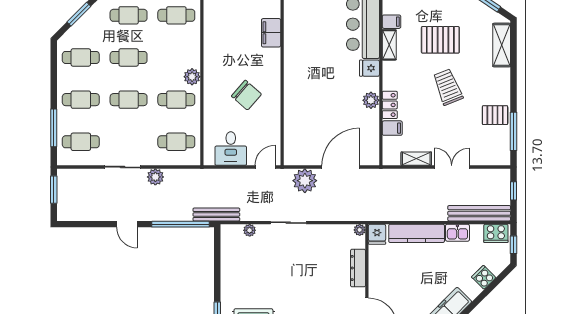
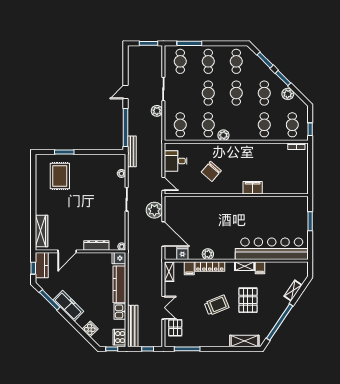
fridge: (369, 68) -> (182, 253), moved
locker: (390, 105) -> (210, 267), width x1.53
pallet: (495, 115) -> (175, 328), moved
shelving: (416, 159) -> (169, 272), moved

